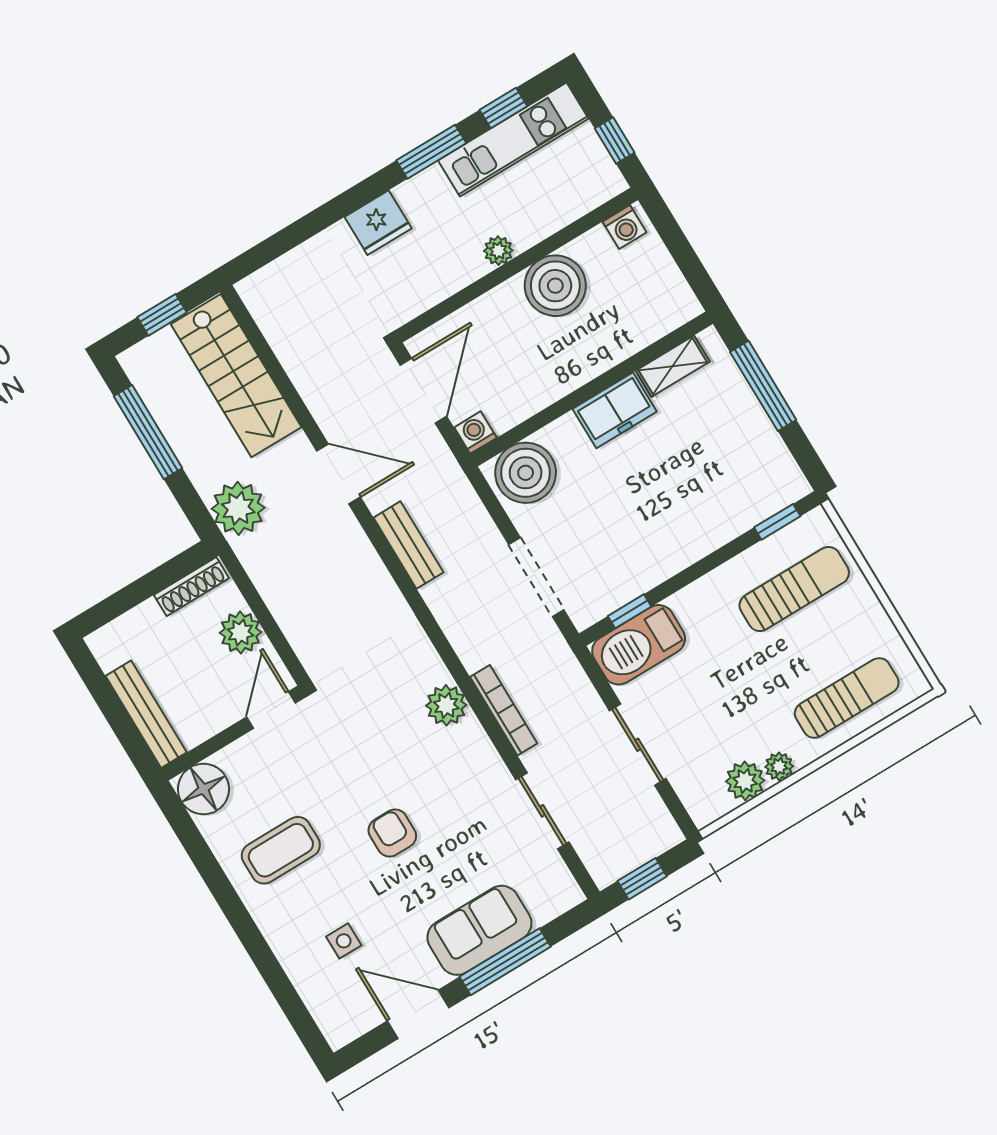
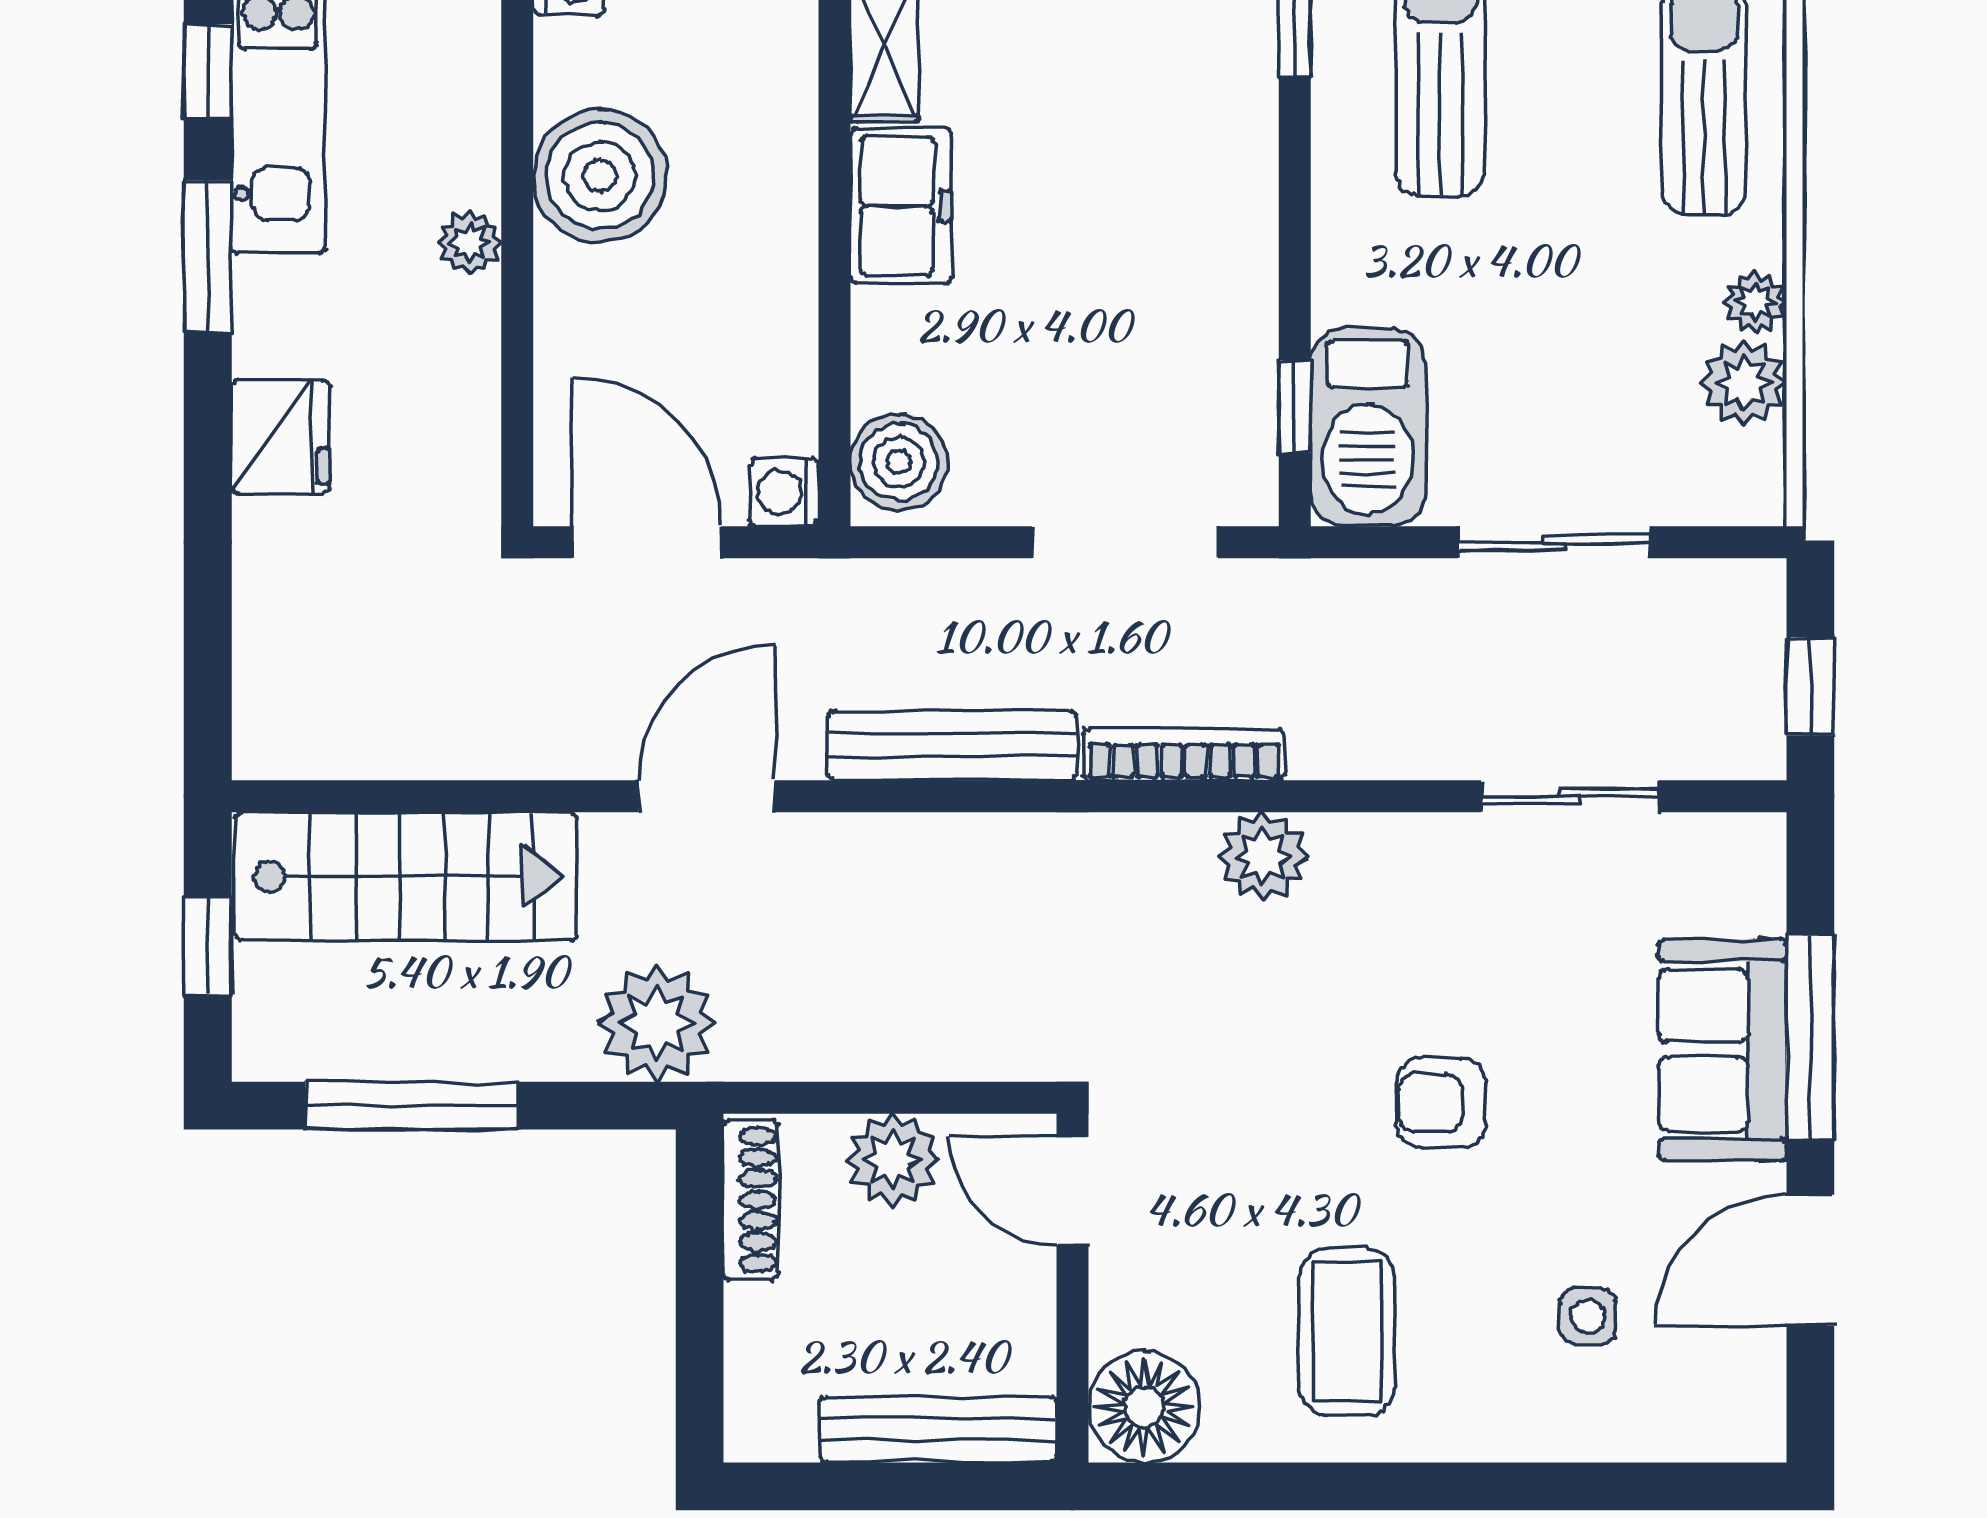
boiler: (526, 473) -> (899, 462), width x0.73, depth x0.73
bench: (408, 545) -> (952, 745), width x1.36
bookcase: (504, 710) -> (1184, 755), moved

